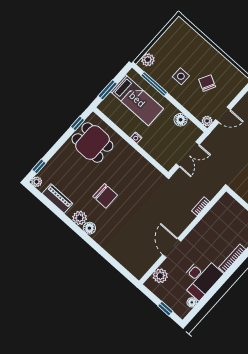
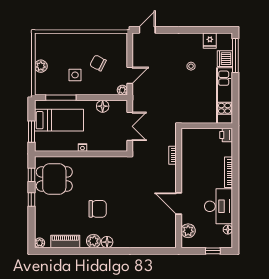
plant: (148, 60) -> (41, 66), moved
window: (39, 166) -> (31, 200), moved

